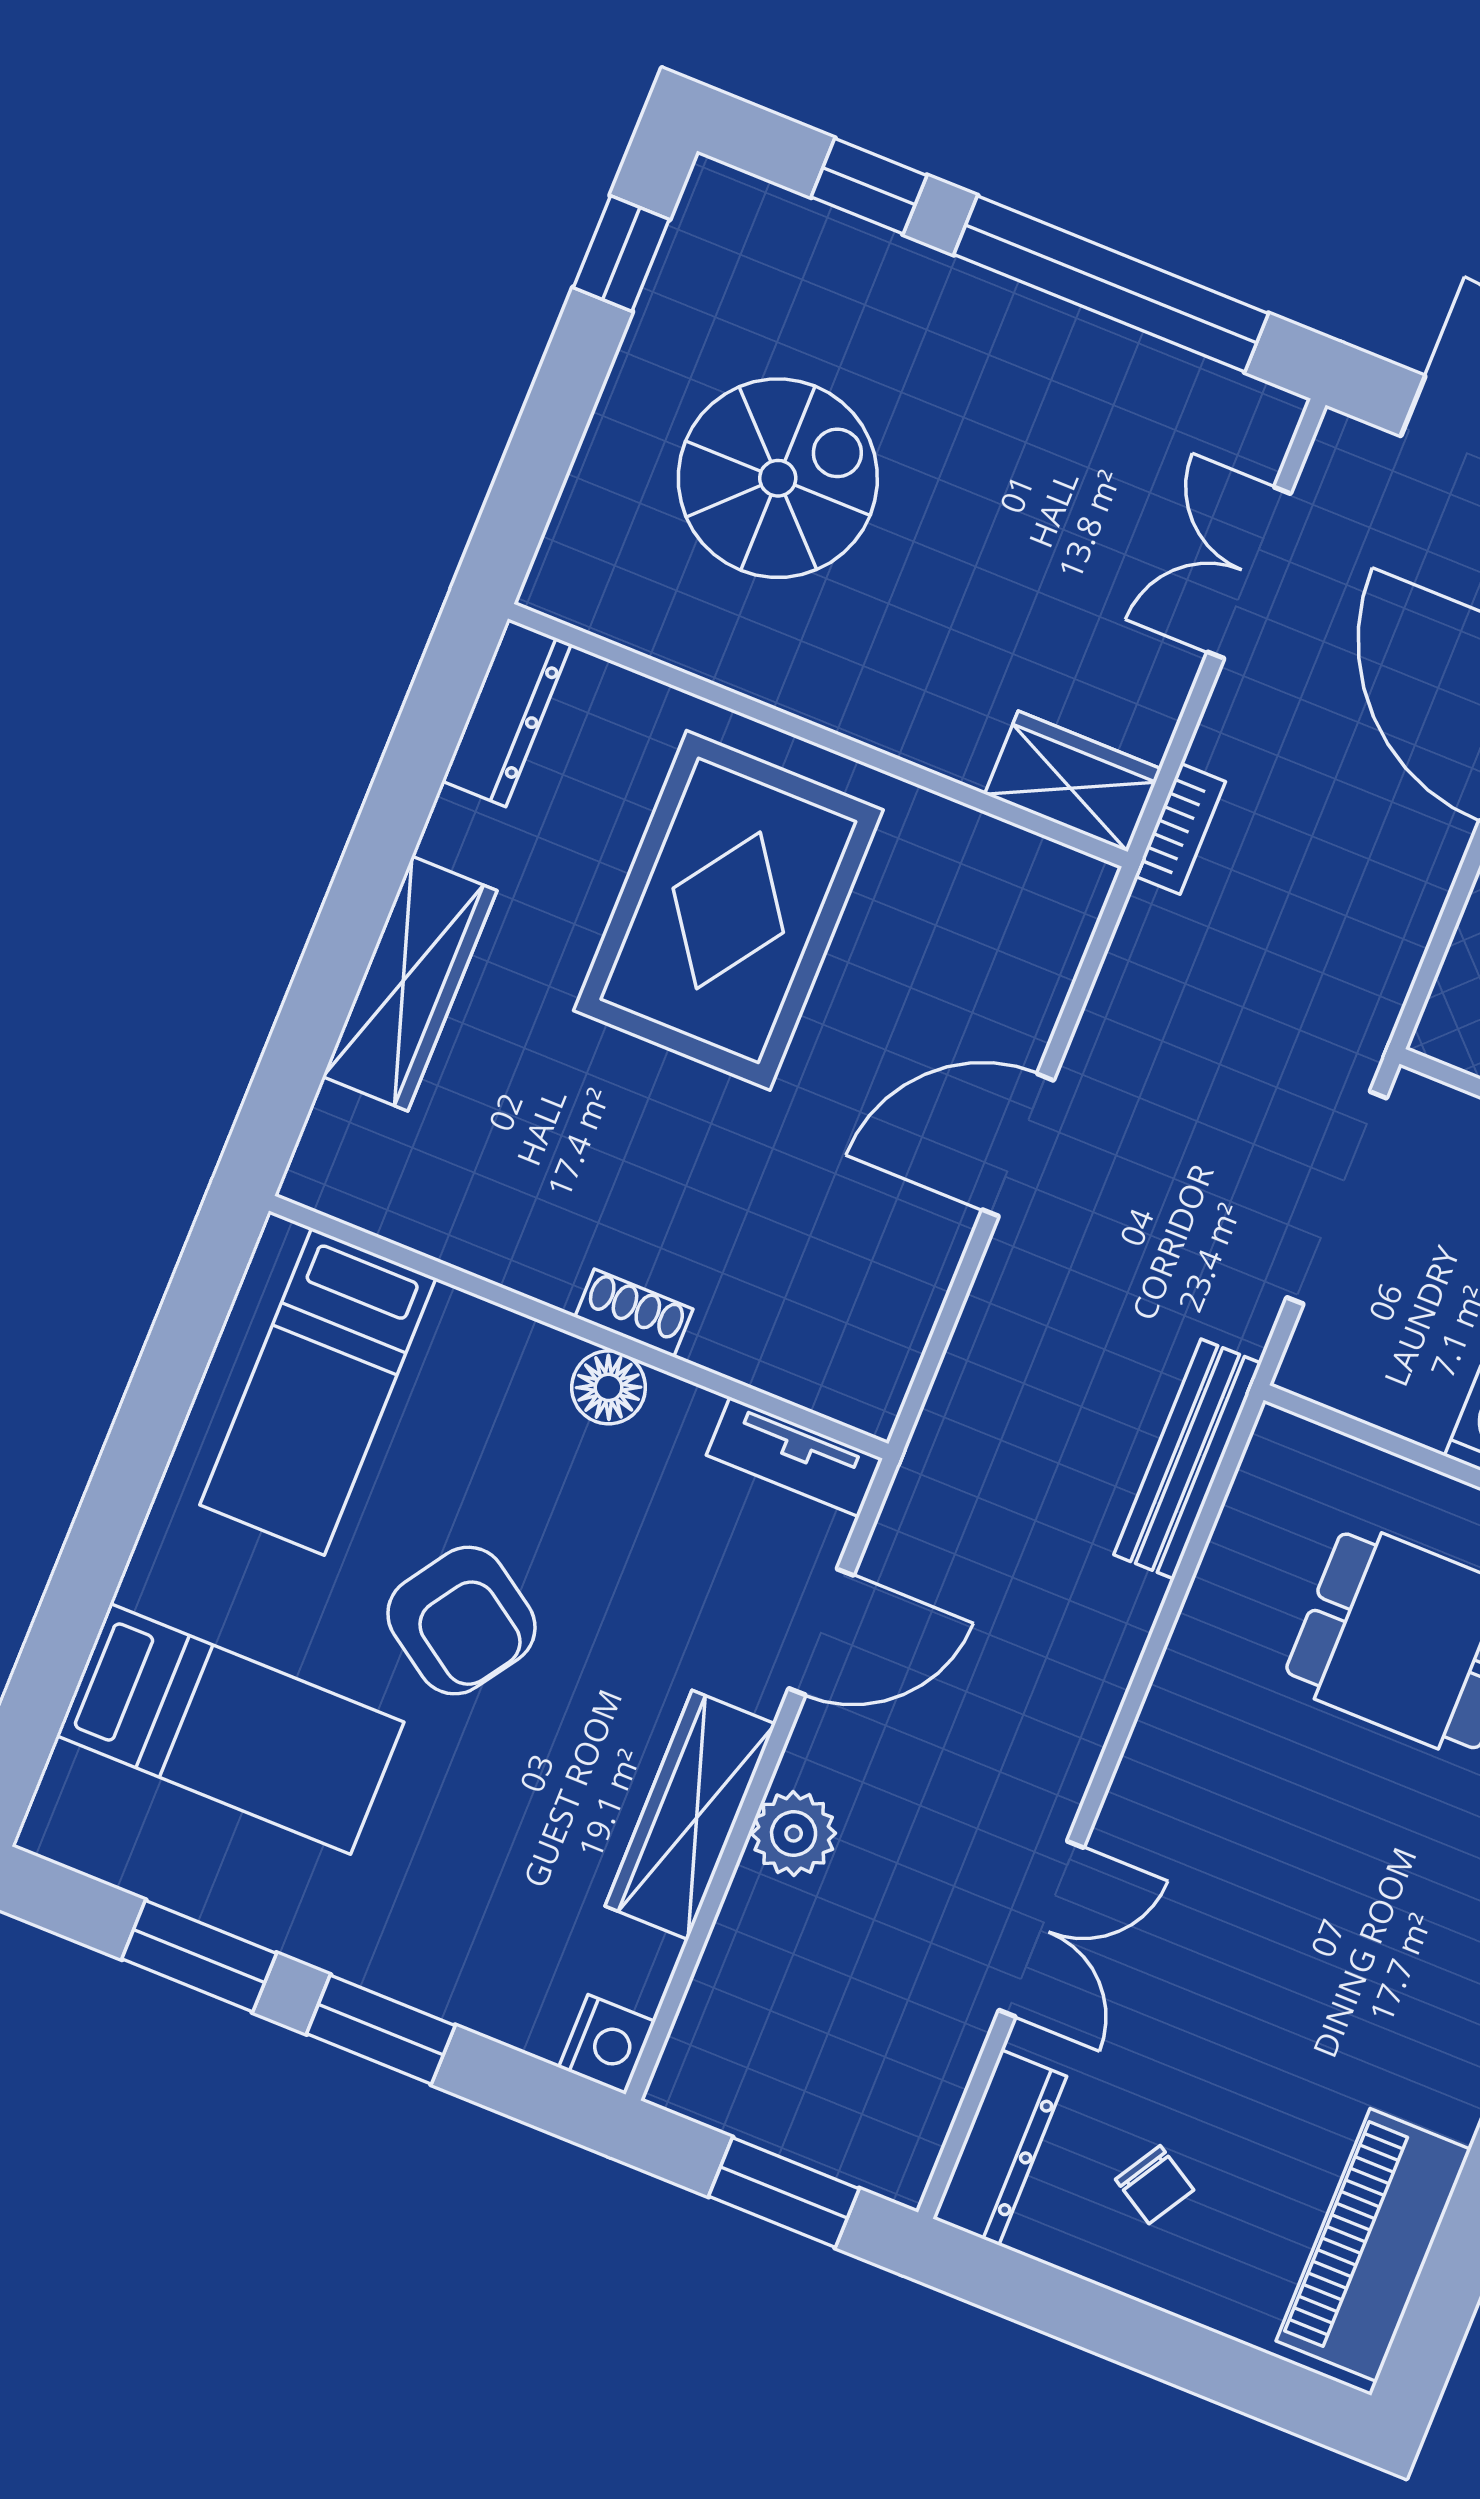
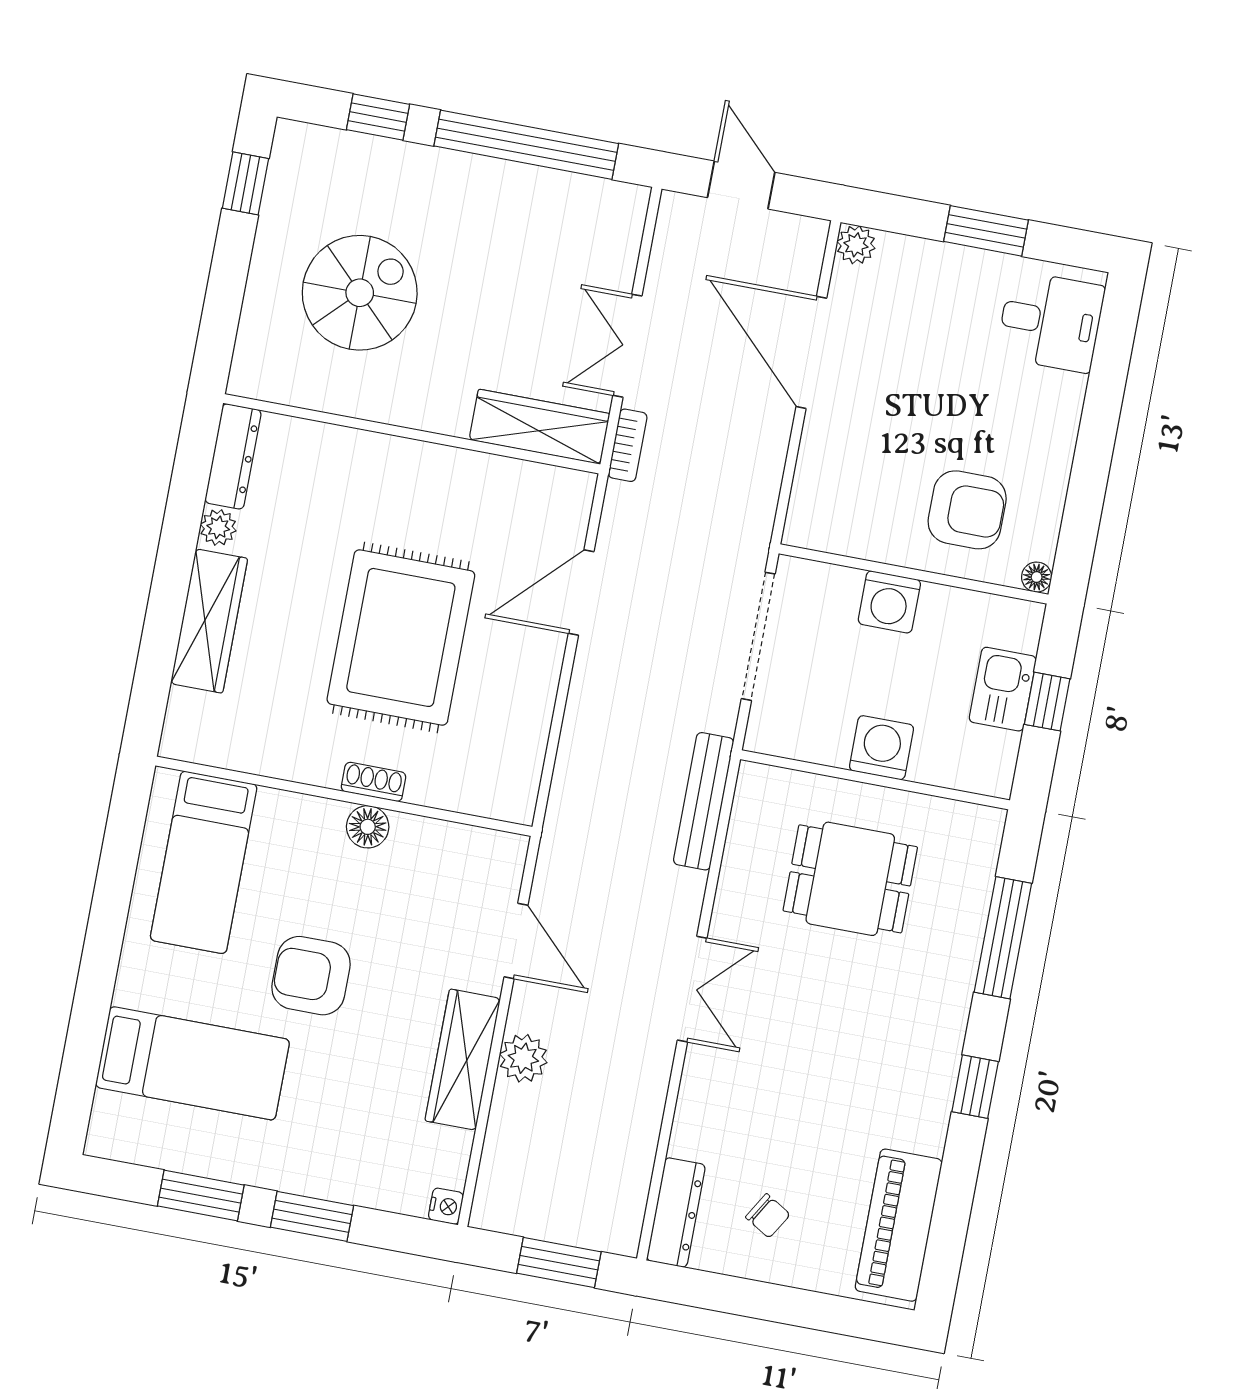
double door: (1249, 573) -> (627, 346), moved
wardrobe: (1073, 781) -> (539, 427), width x1.50
plant: (457, 828) -> (218, 527), added
rug: (728, 910) -> (401, 637), moved
door: (1018, 1145) -> (581, 593), moved
tv unit: (794, 1457) -> (481, 845), removed
armchair: (461, 1621) -> (311, 976), turned 146
door: (821, 1632) -> (516, 941), hinge flipped
double door: (1041, 1929) -> (692, 989), moved
nightstand: (607, 2044) -> (446, 1206), width x0.72, depth x0.74

